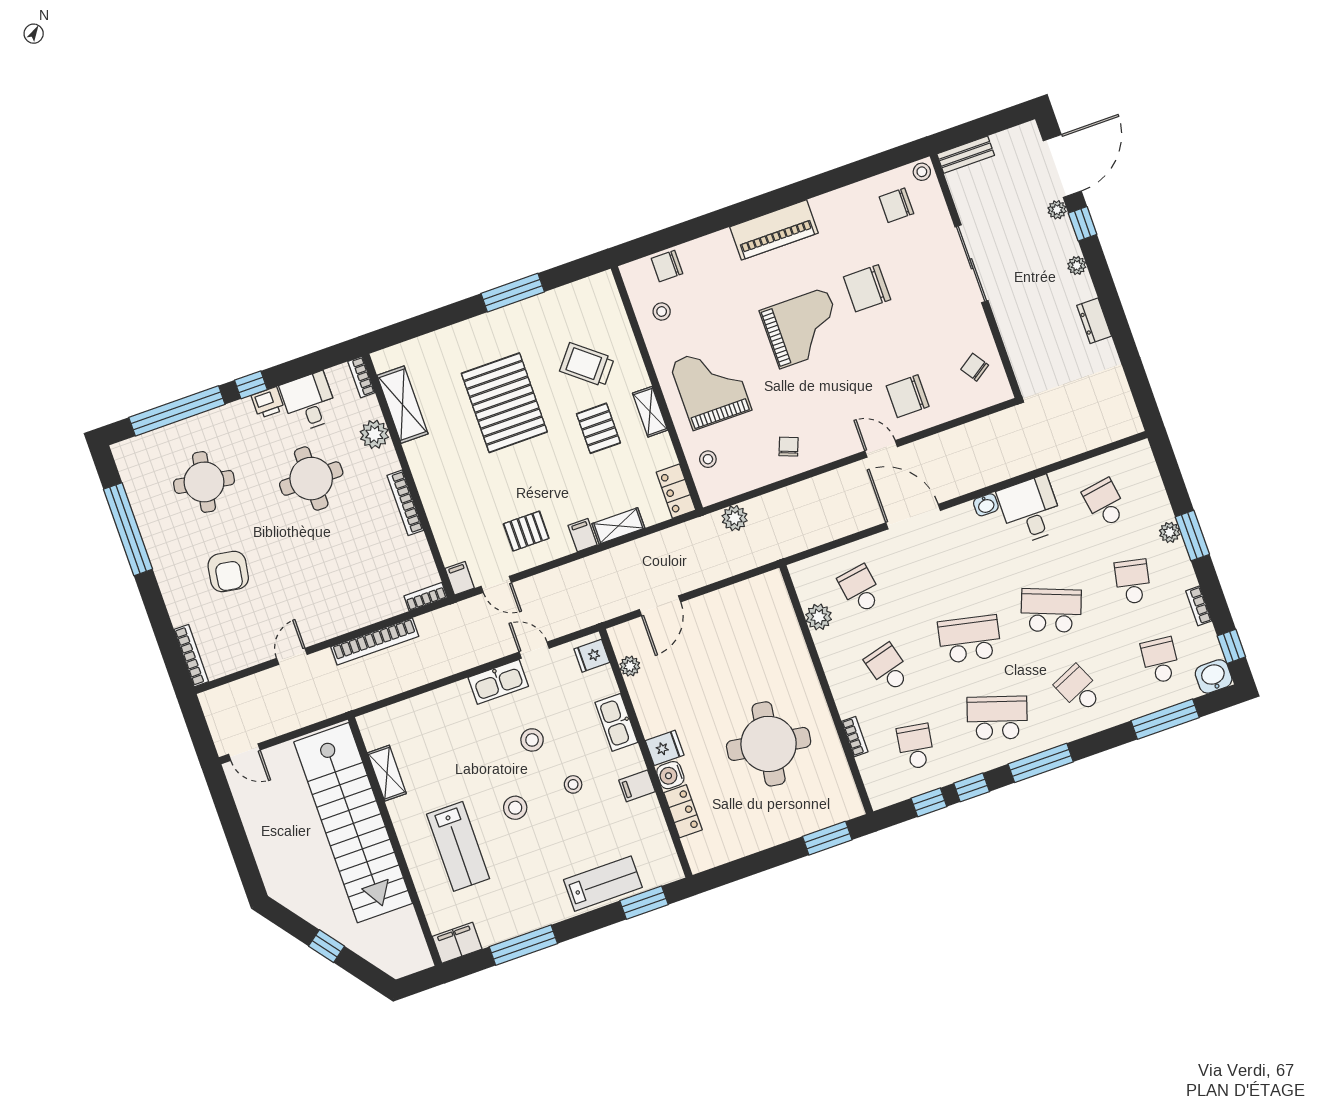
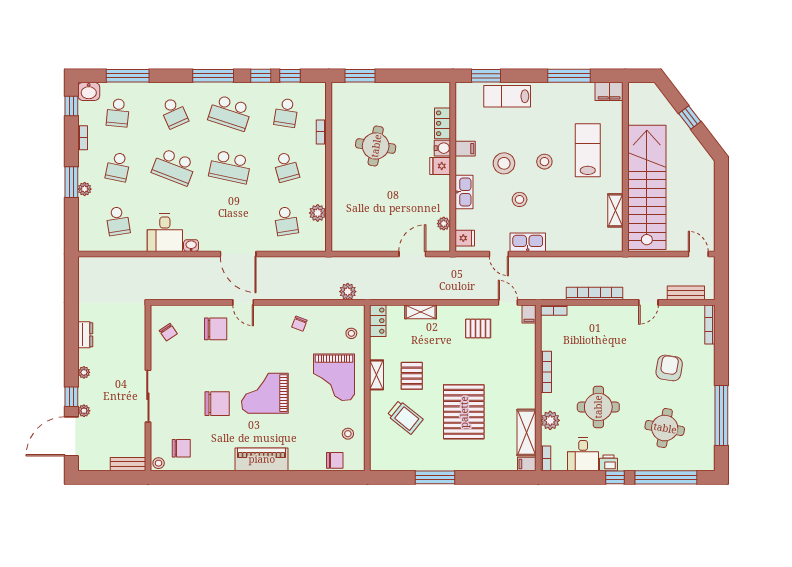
filing cabinet: (583, 535) -> (527, 464), moved, turned 90
bench: (242, 689) -> (686, 293), added
round table: (769, 744) -> (376, 146), width x0.73, depth x0.73
stool: (573, 784) -> (504, 163), width x1.89, depth x1.89

